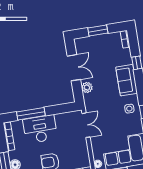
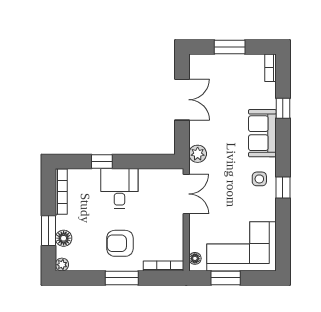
plant: (87, 87) -> (198, 154), moved
window: (31, 114) -> (102, 162), width x0.46
desk: (40, 129) -> (119, 188), width x0.73

